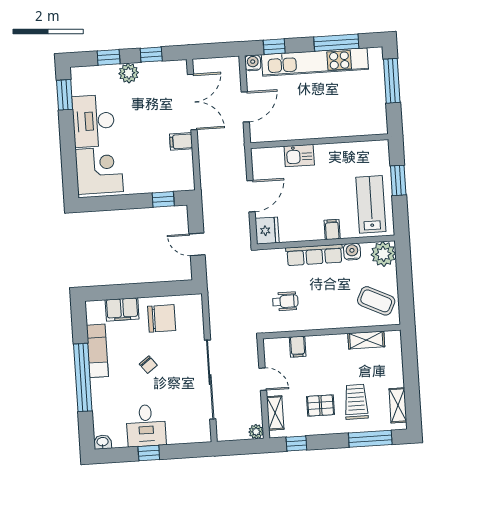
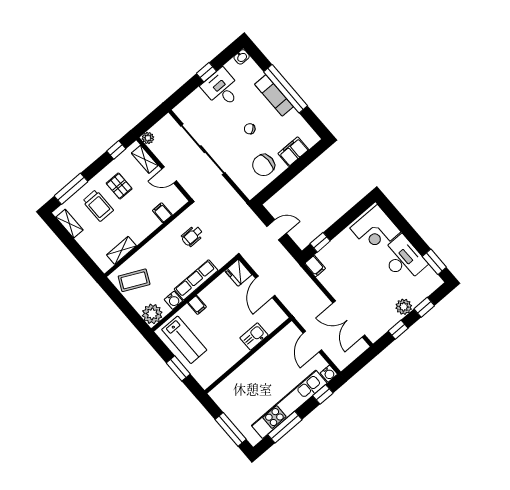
filing cabinet: (181, 141) -> (315, 266), moved, turned 90
exam couch: (97, 351) -> (274, 95), moved
pallet: (320, 406) -> (119, 186), turned 90

